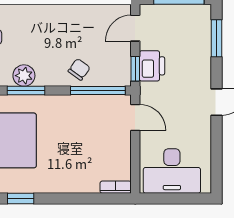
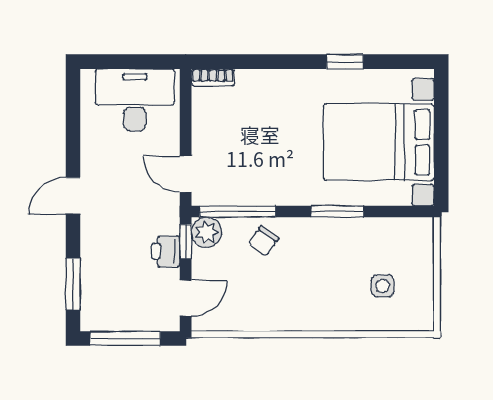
printer: (152, 66) -> (166, 251), width x0.73, depth x0.81
plant: (24, 76) -> (206, 232), moved

